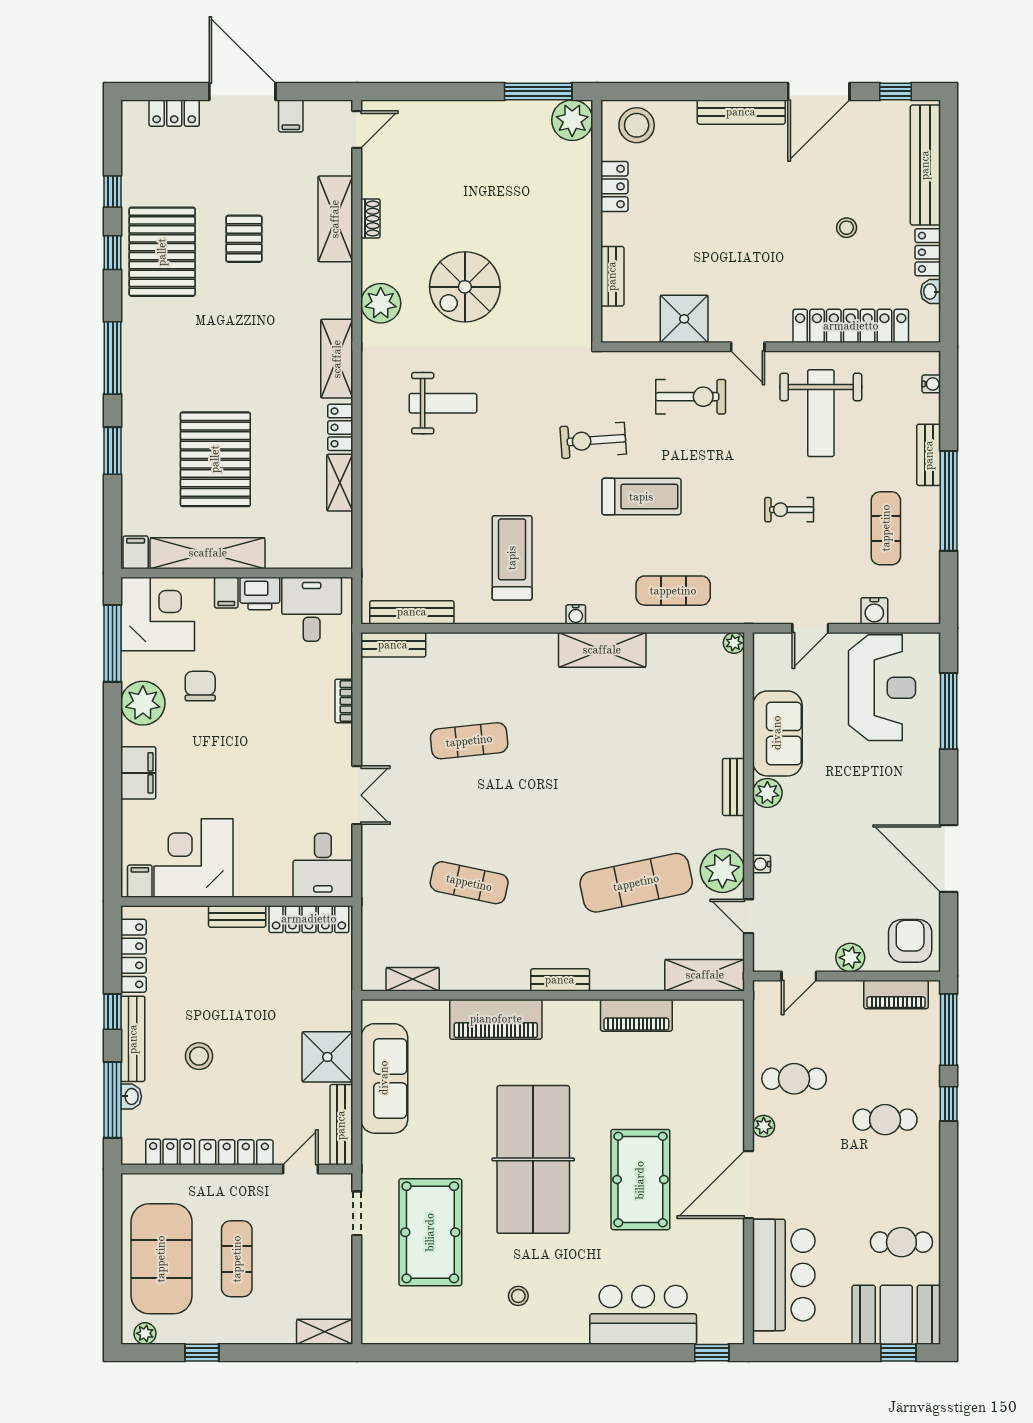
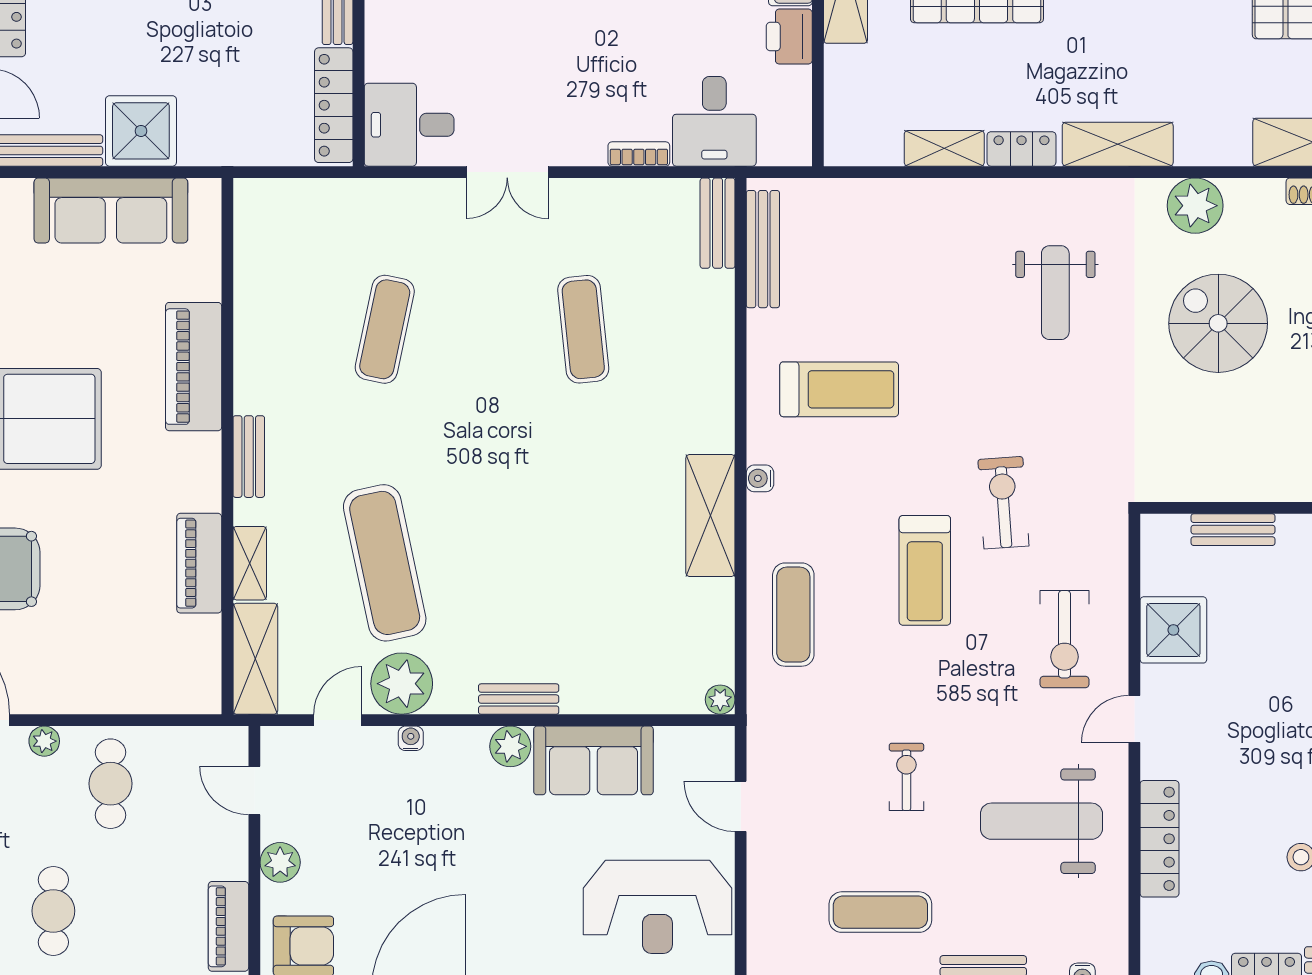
locker: (851, 326) -> (1159, 839), width x0.71, depth x0.83
desk: (312, 609) -> (714, 121), moved, turned 90
water cooler: (874, 611) -> (765, 896), removed
shelving: (413, 979) -> (250, 563), moved

